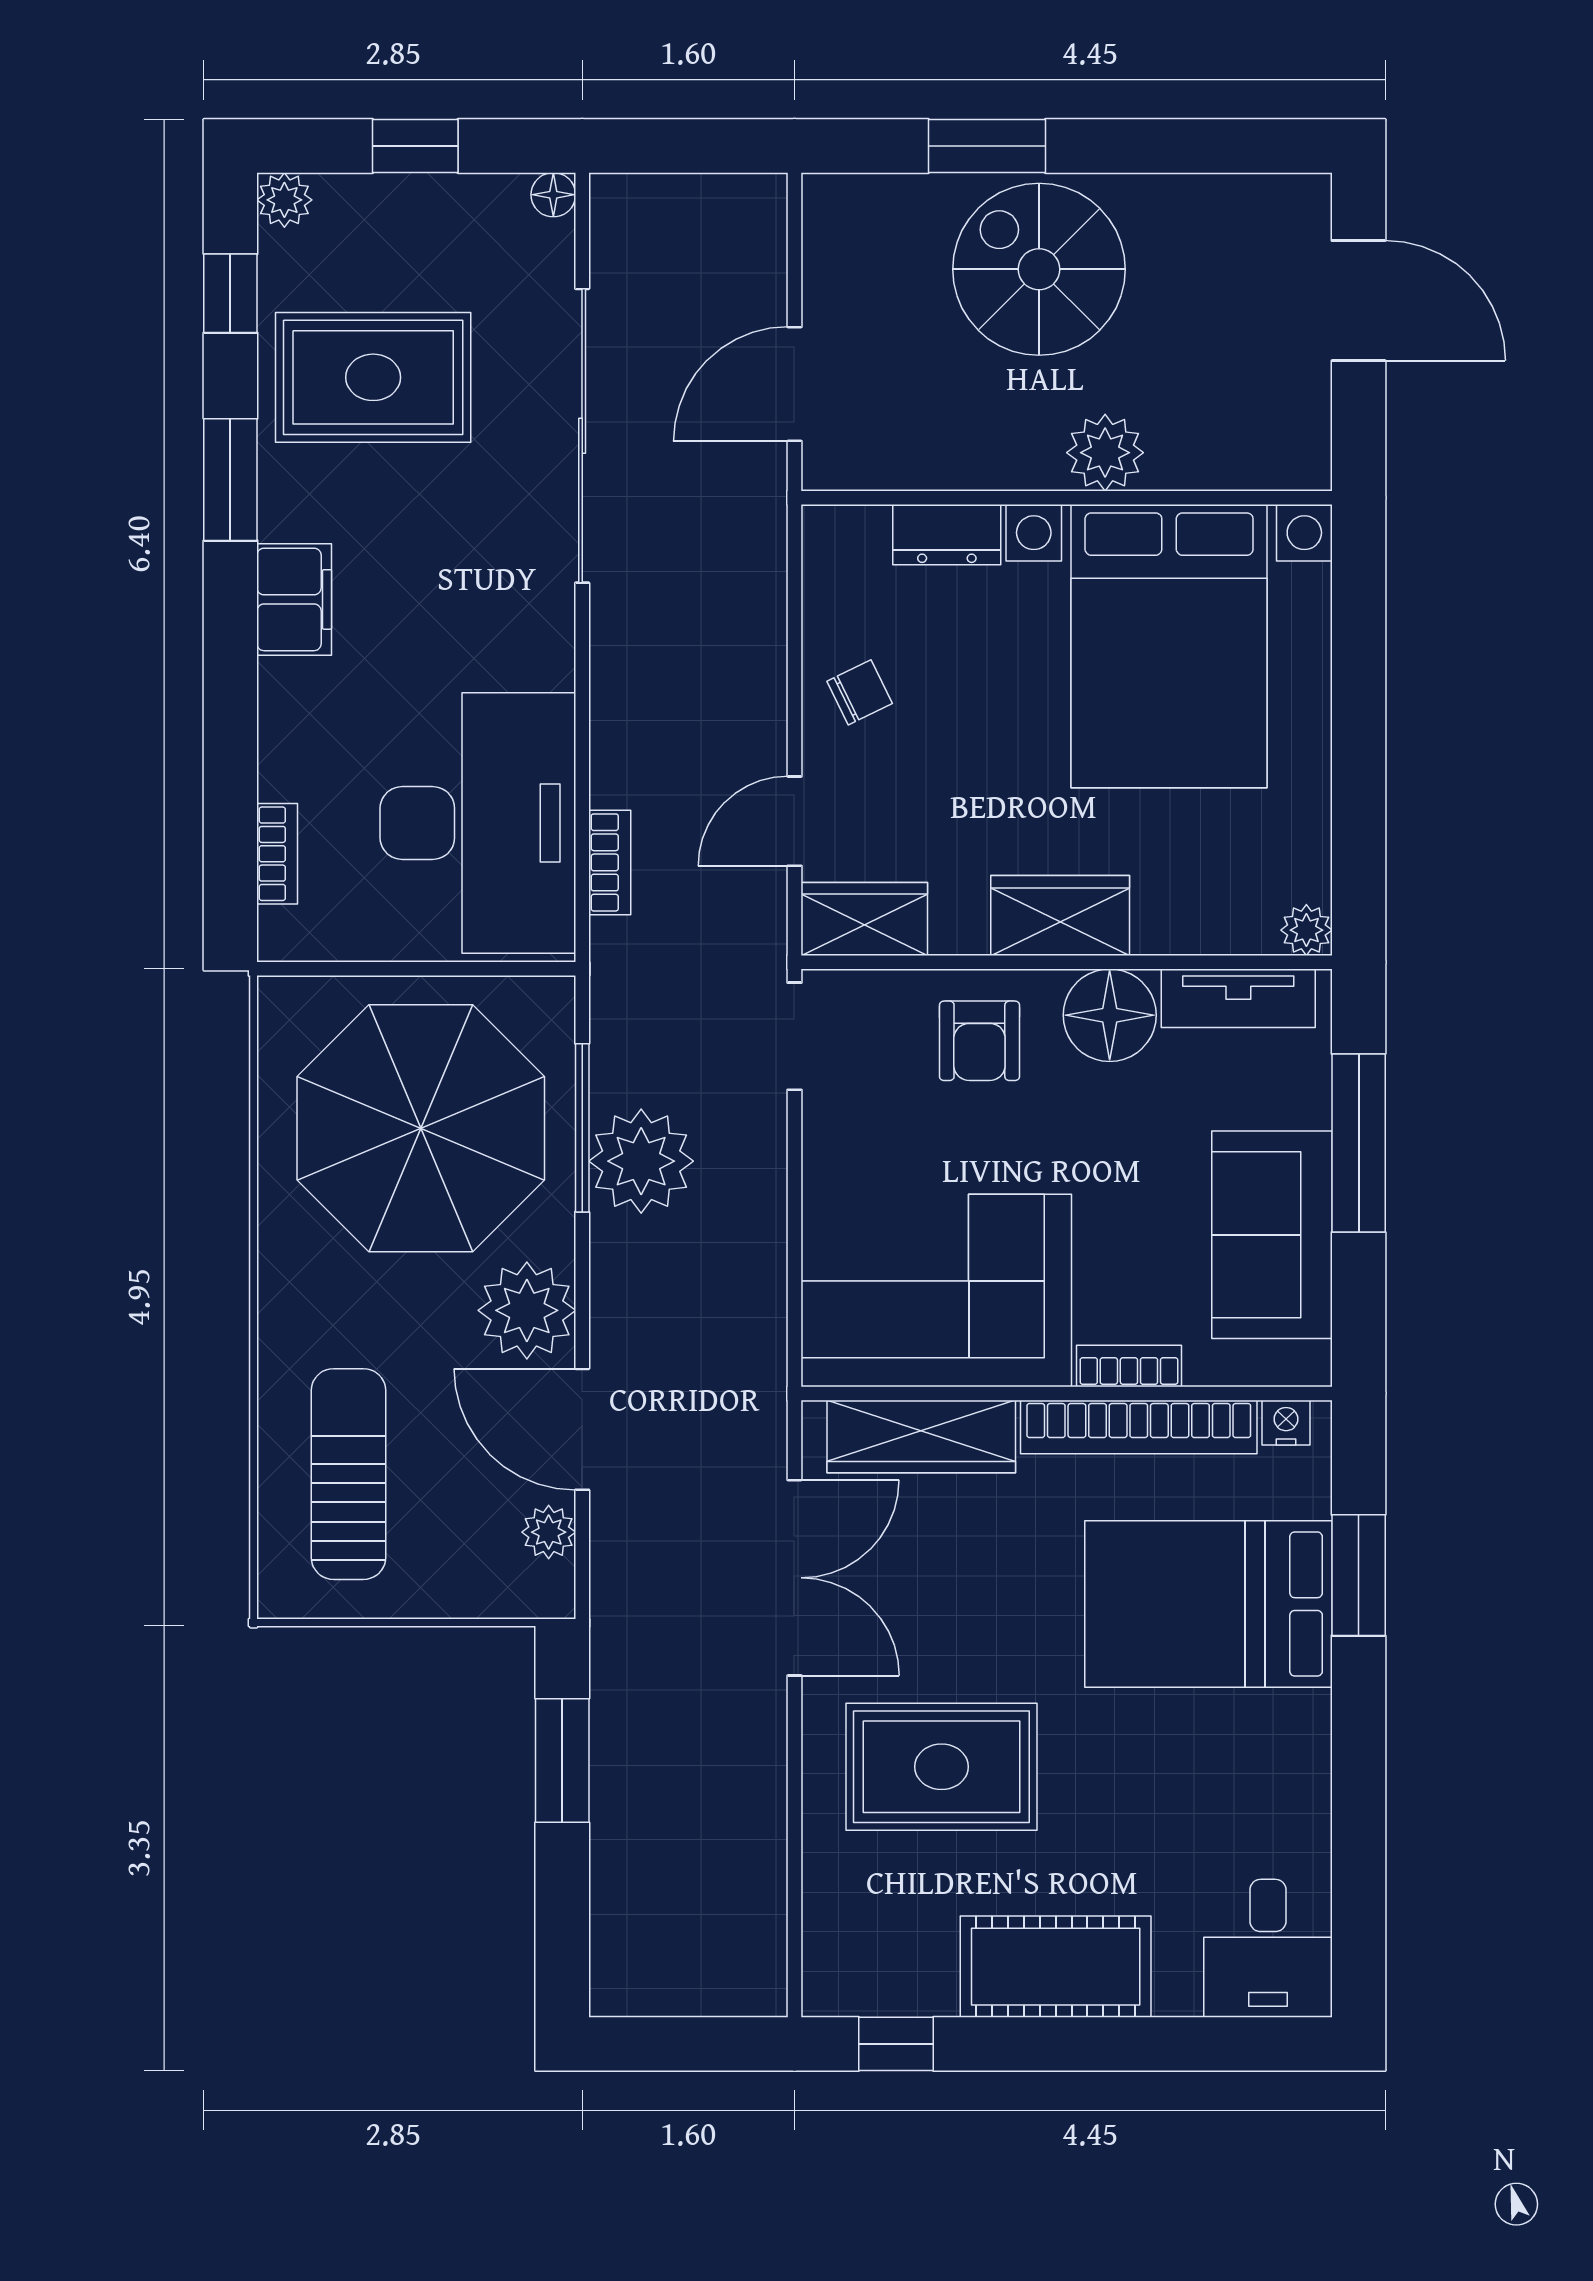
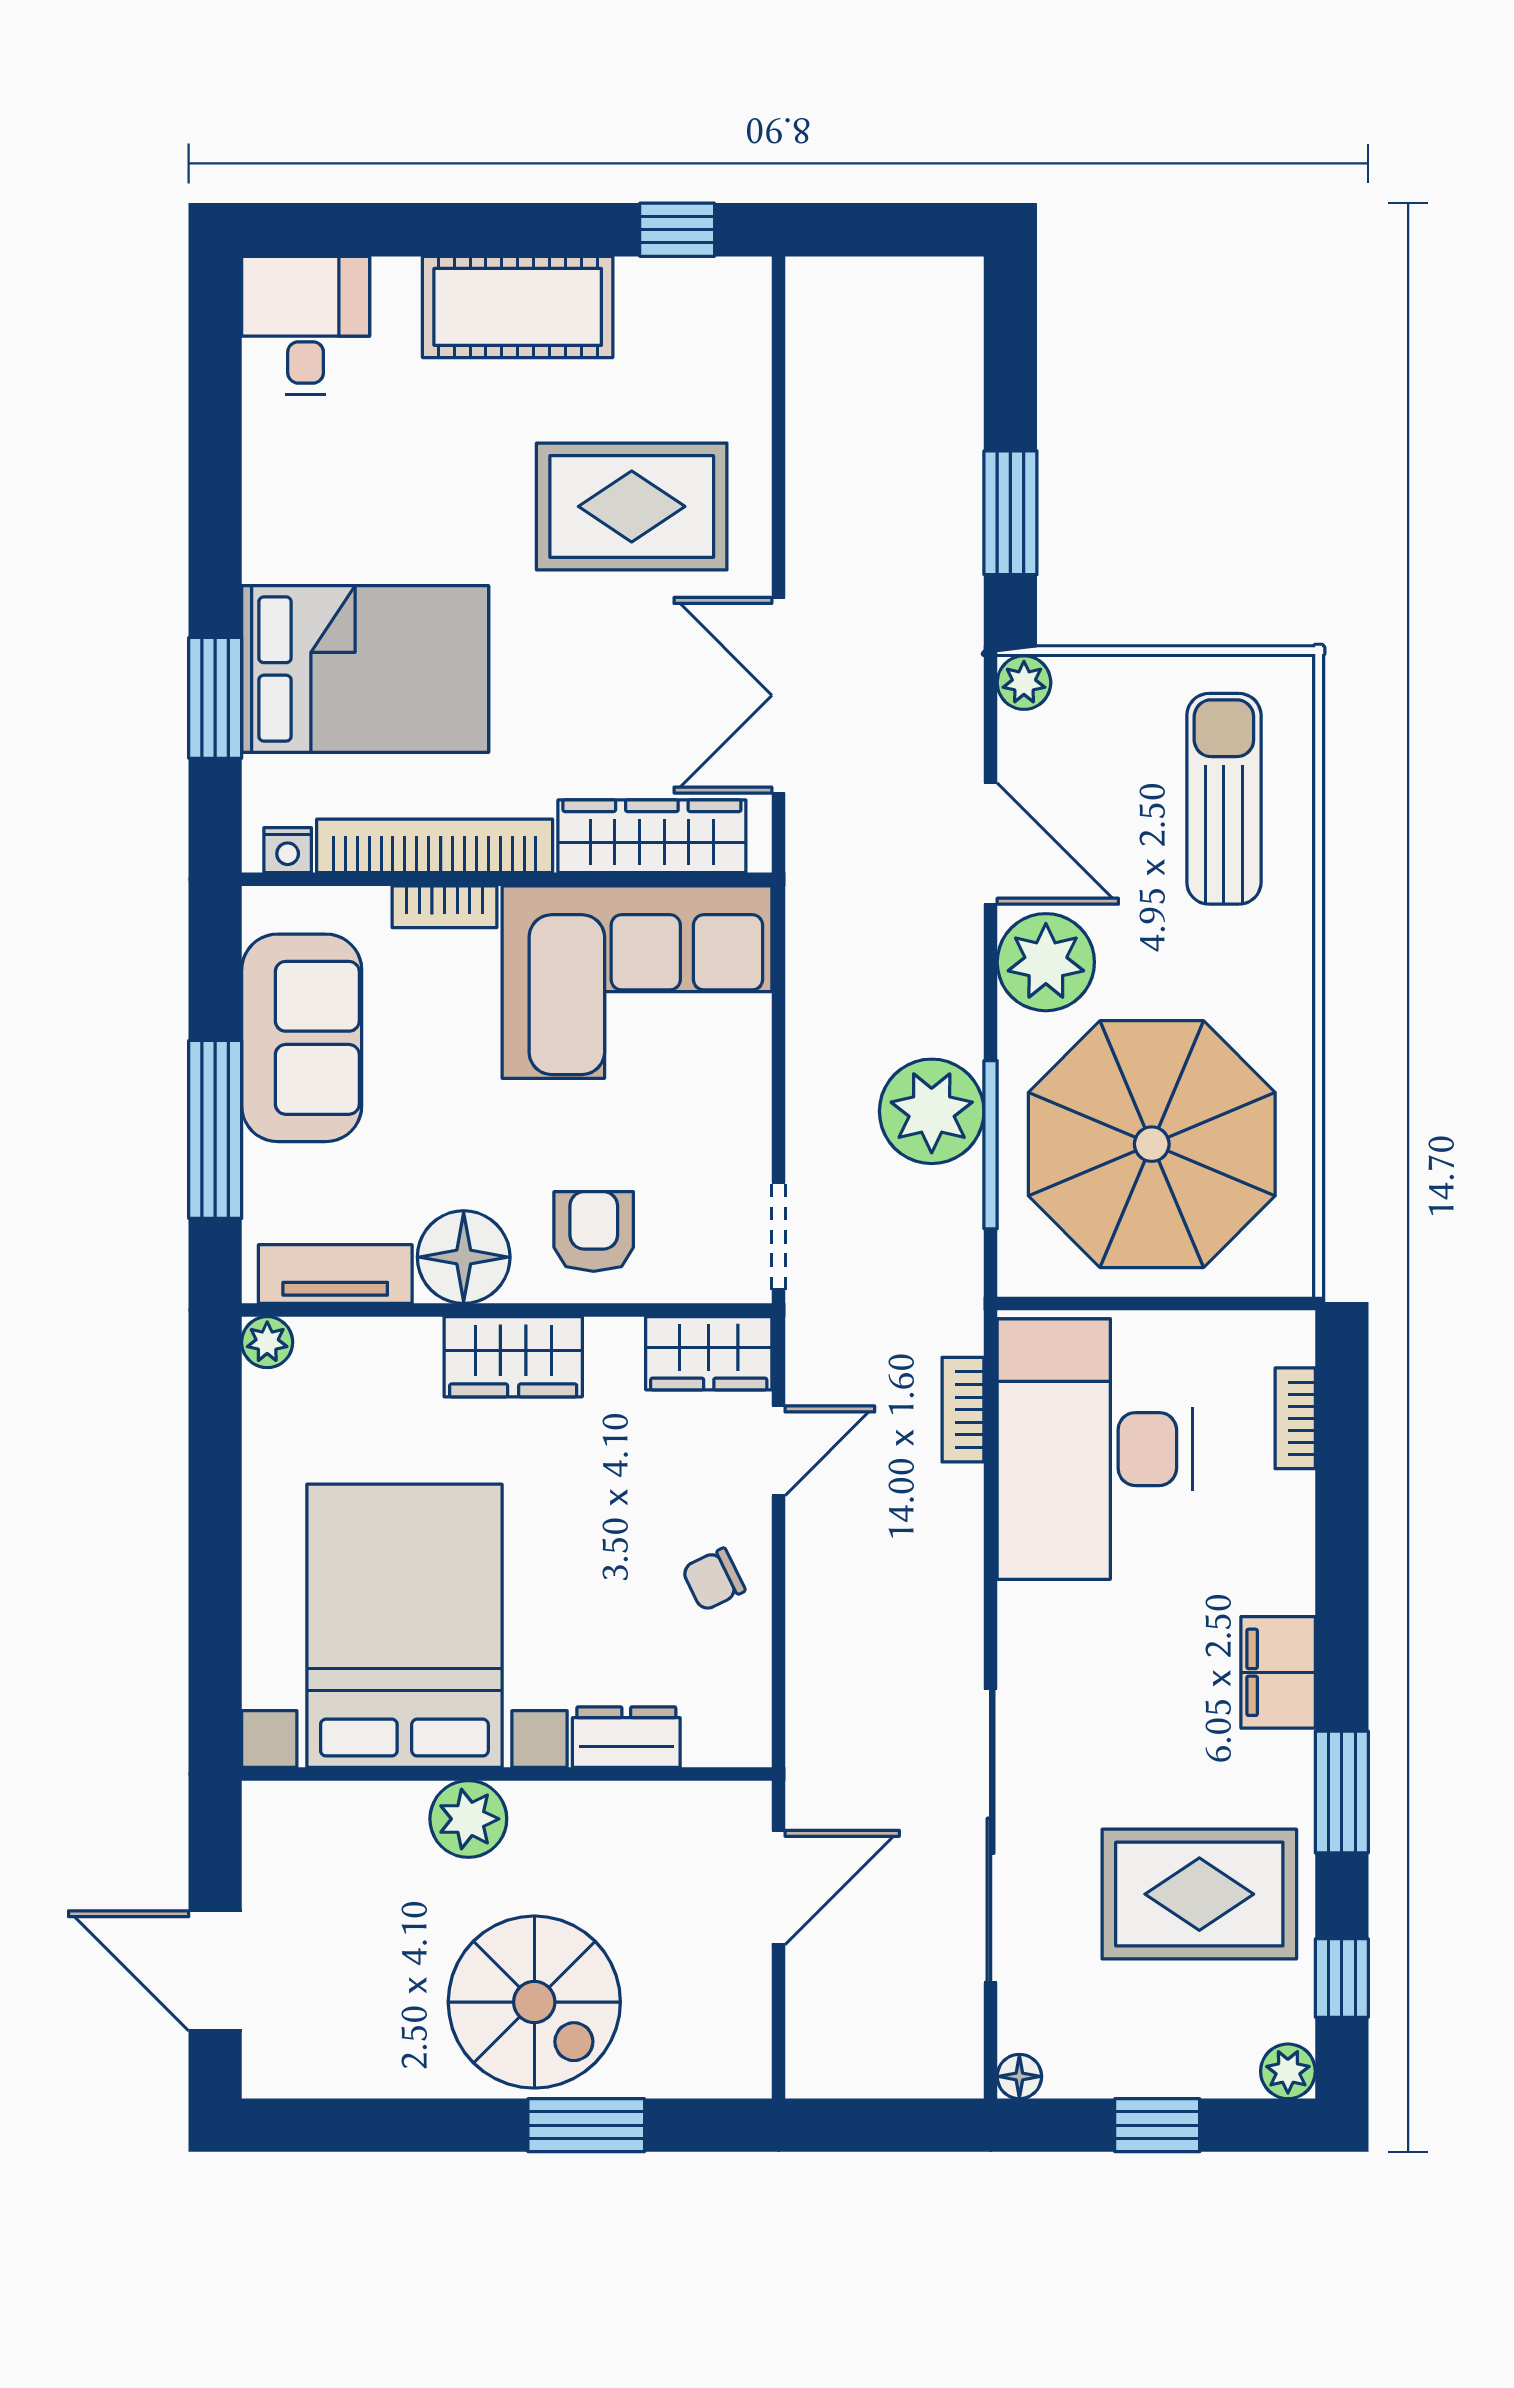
sun lounger: (348, 1474) -> (1224, 799), turned 180
plant: (549, 1532) -> (1024, 683), moved

